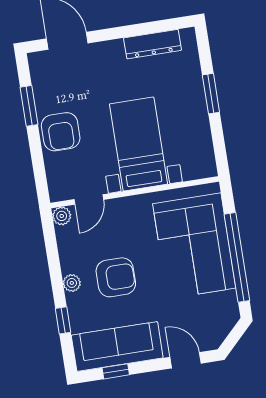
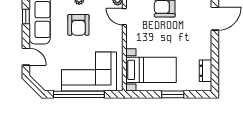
dresser: (153, 44) -> (206, 71), width x0.70
bed with nightstands: (139, 144) -> (151, 70), moved
door: (186, 360) -> (26, 57), hinge flipped

